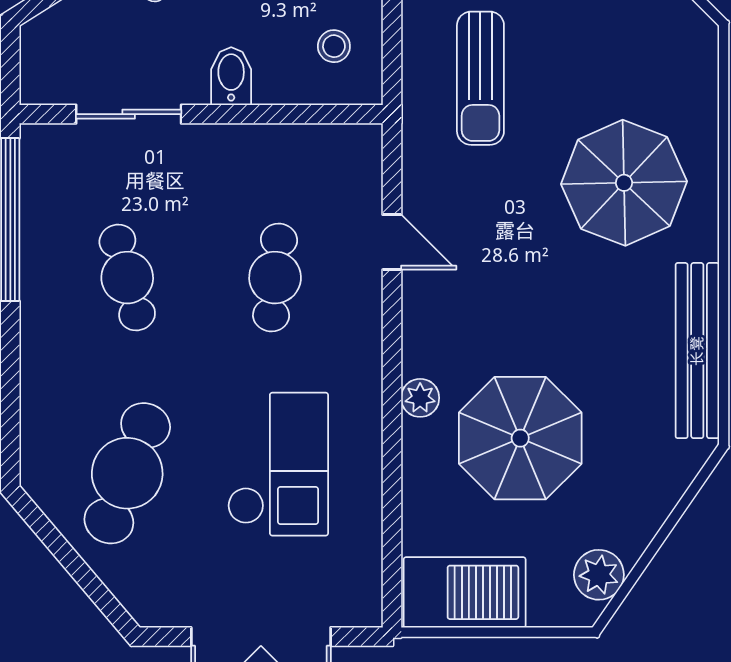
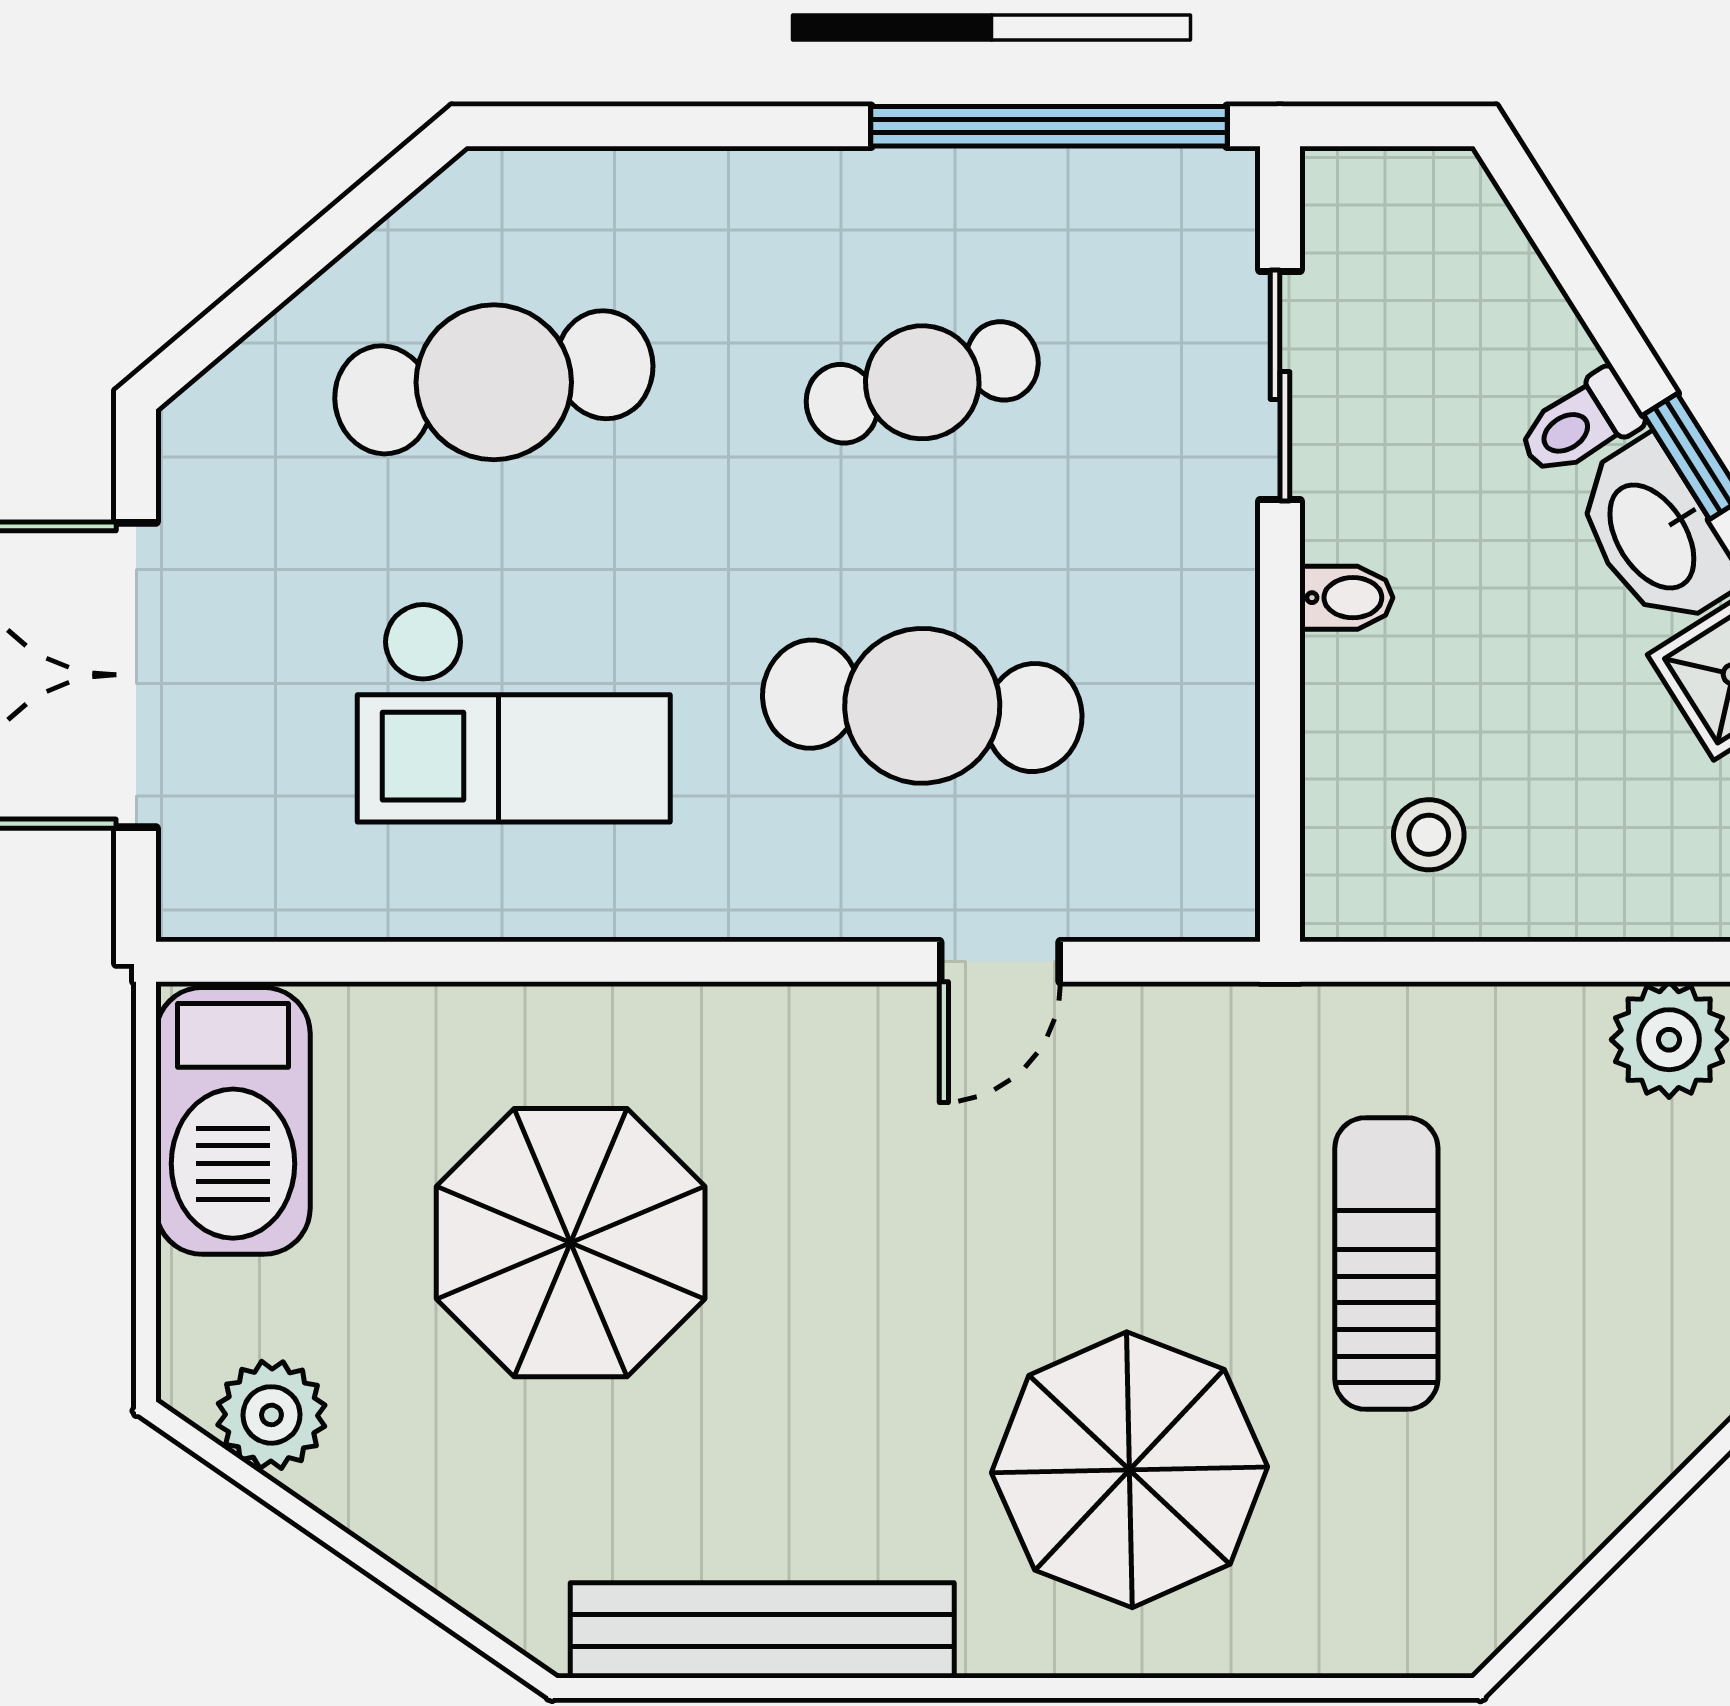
bidet: (231, 76) -> (1346, 598), width x0.72, depth x0.74
sun lounger: (480, 78) -> (1386, 1263), moved, turned 90
cafe table: (275, 278) -> (922, 706), width x1.37, depth x1.35
plant: (420, 398) -> (659, 1023), removed
cafe table: (127, 473) -> (494, 382), turned -30

